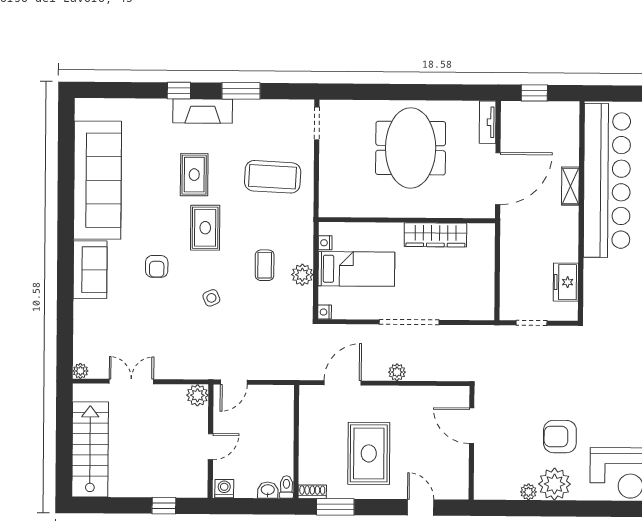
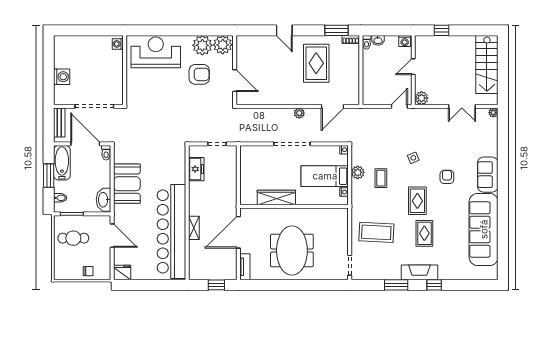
door: (472, 426) -> (235, 81), moved
wall: (472, 443) -> (235, 70), moved
plant: (528, 492) -> (223, 45), width x1.88, depth x1.88

